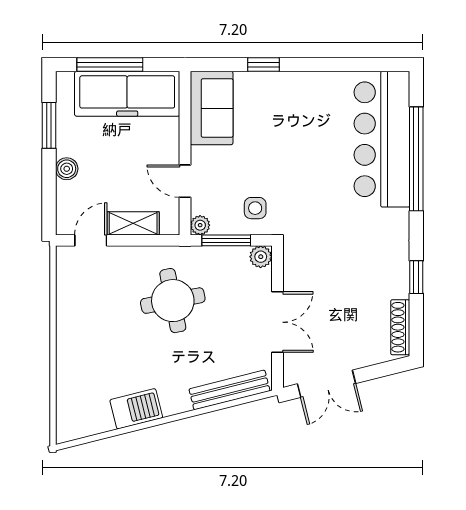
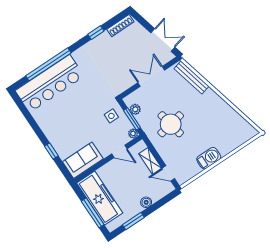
door: (185, 181) -> (119, 151), hinge flipped
plant: (261, 257) -> (135, 109), moved
barbecue: (136, 409) -> (209, 158), moved, turned 104

